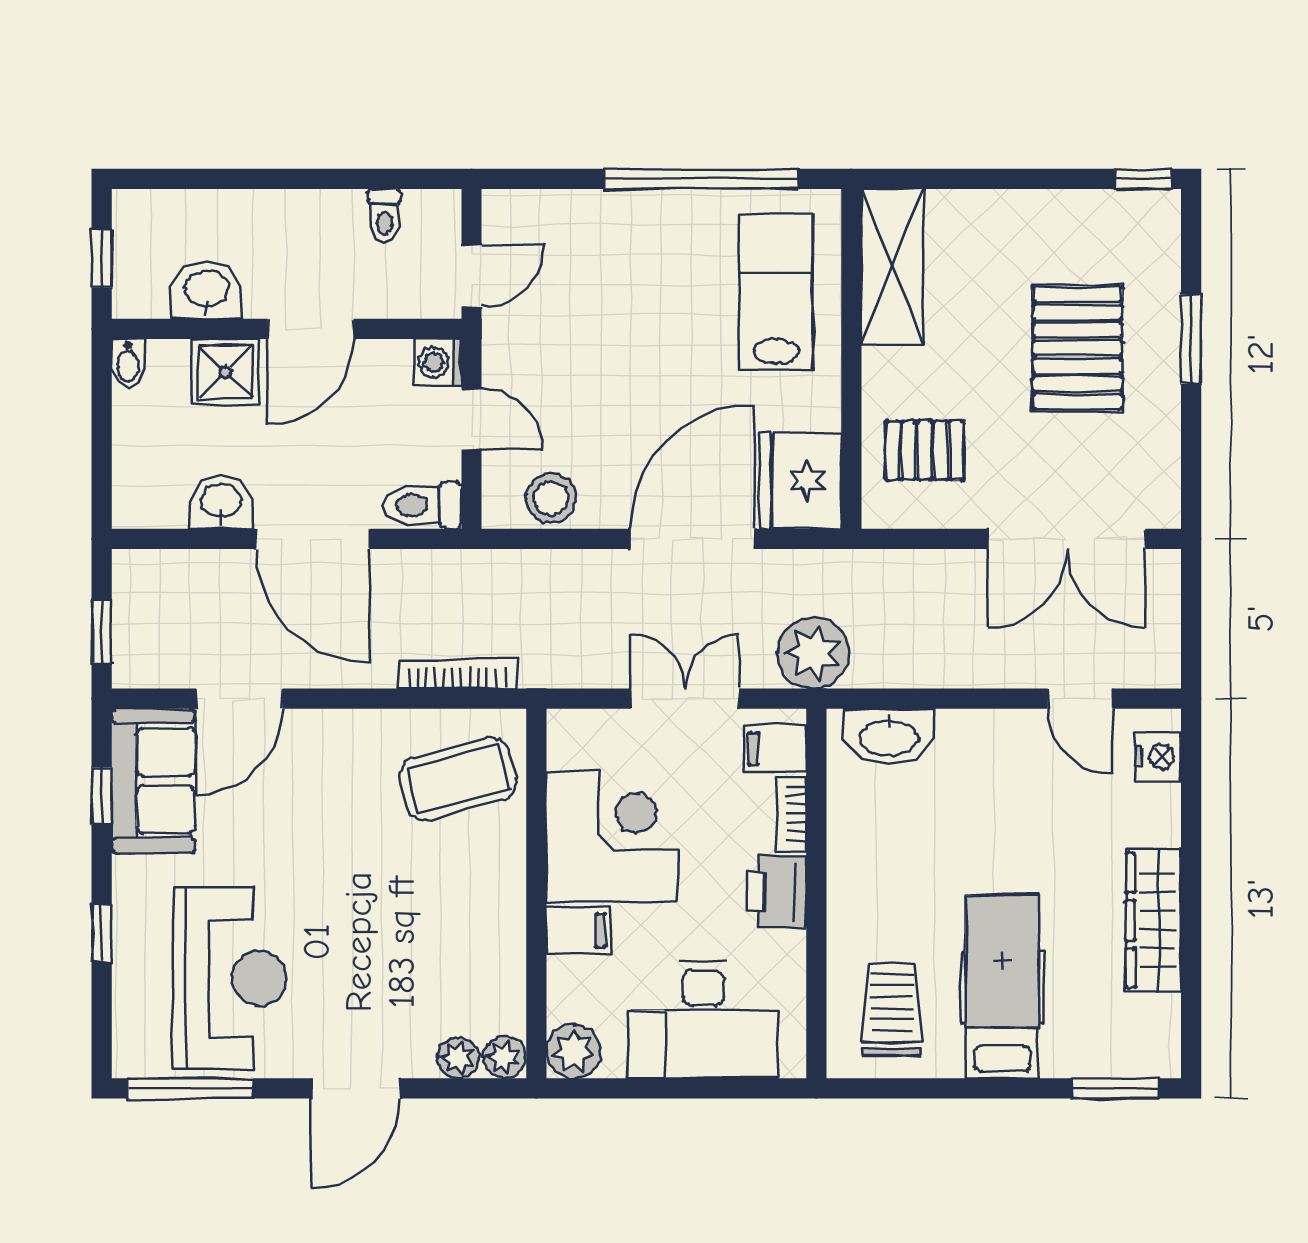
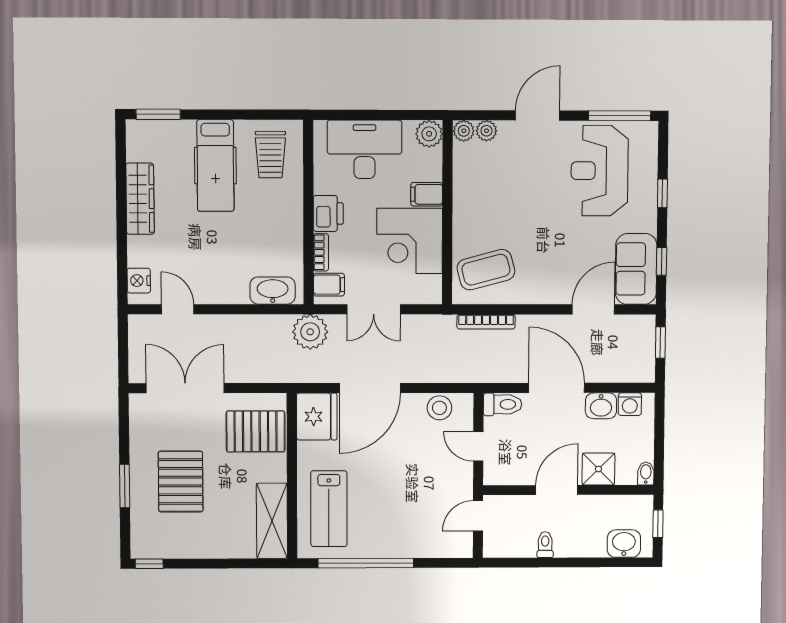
toilet: (385, 216) -> (545, 545), moved
washbasin: (206, 290) -> (624, 544), moved, turned 180
washing machine: (438, 362) -> (630, 404), moved, turned 90
pallet: (925, 450) -> (256, 431), width x1.50, depth x1.42

